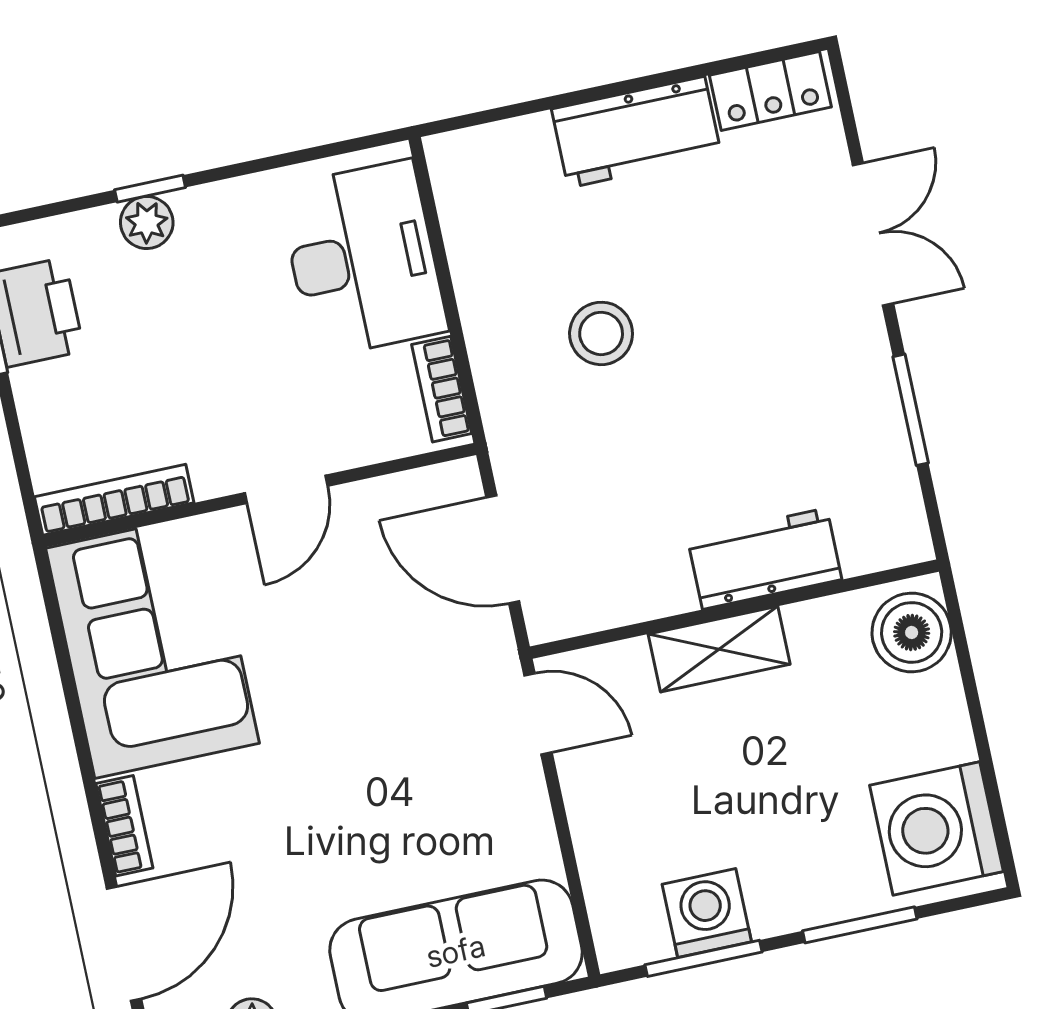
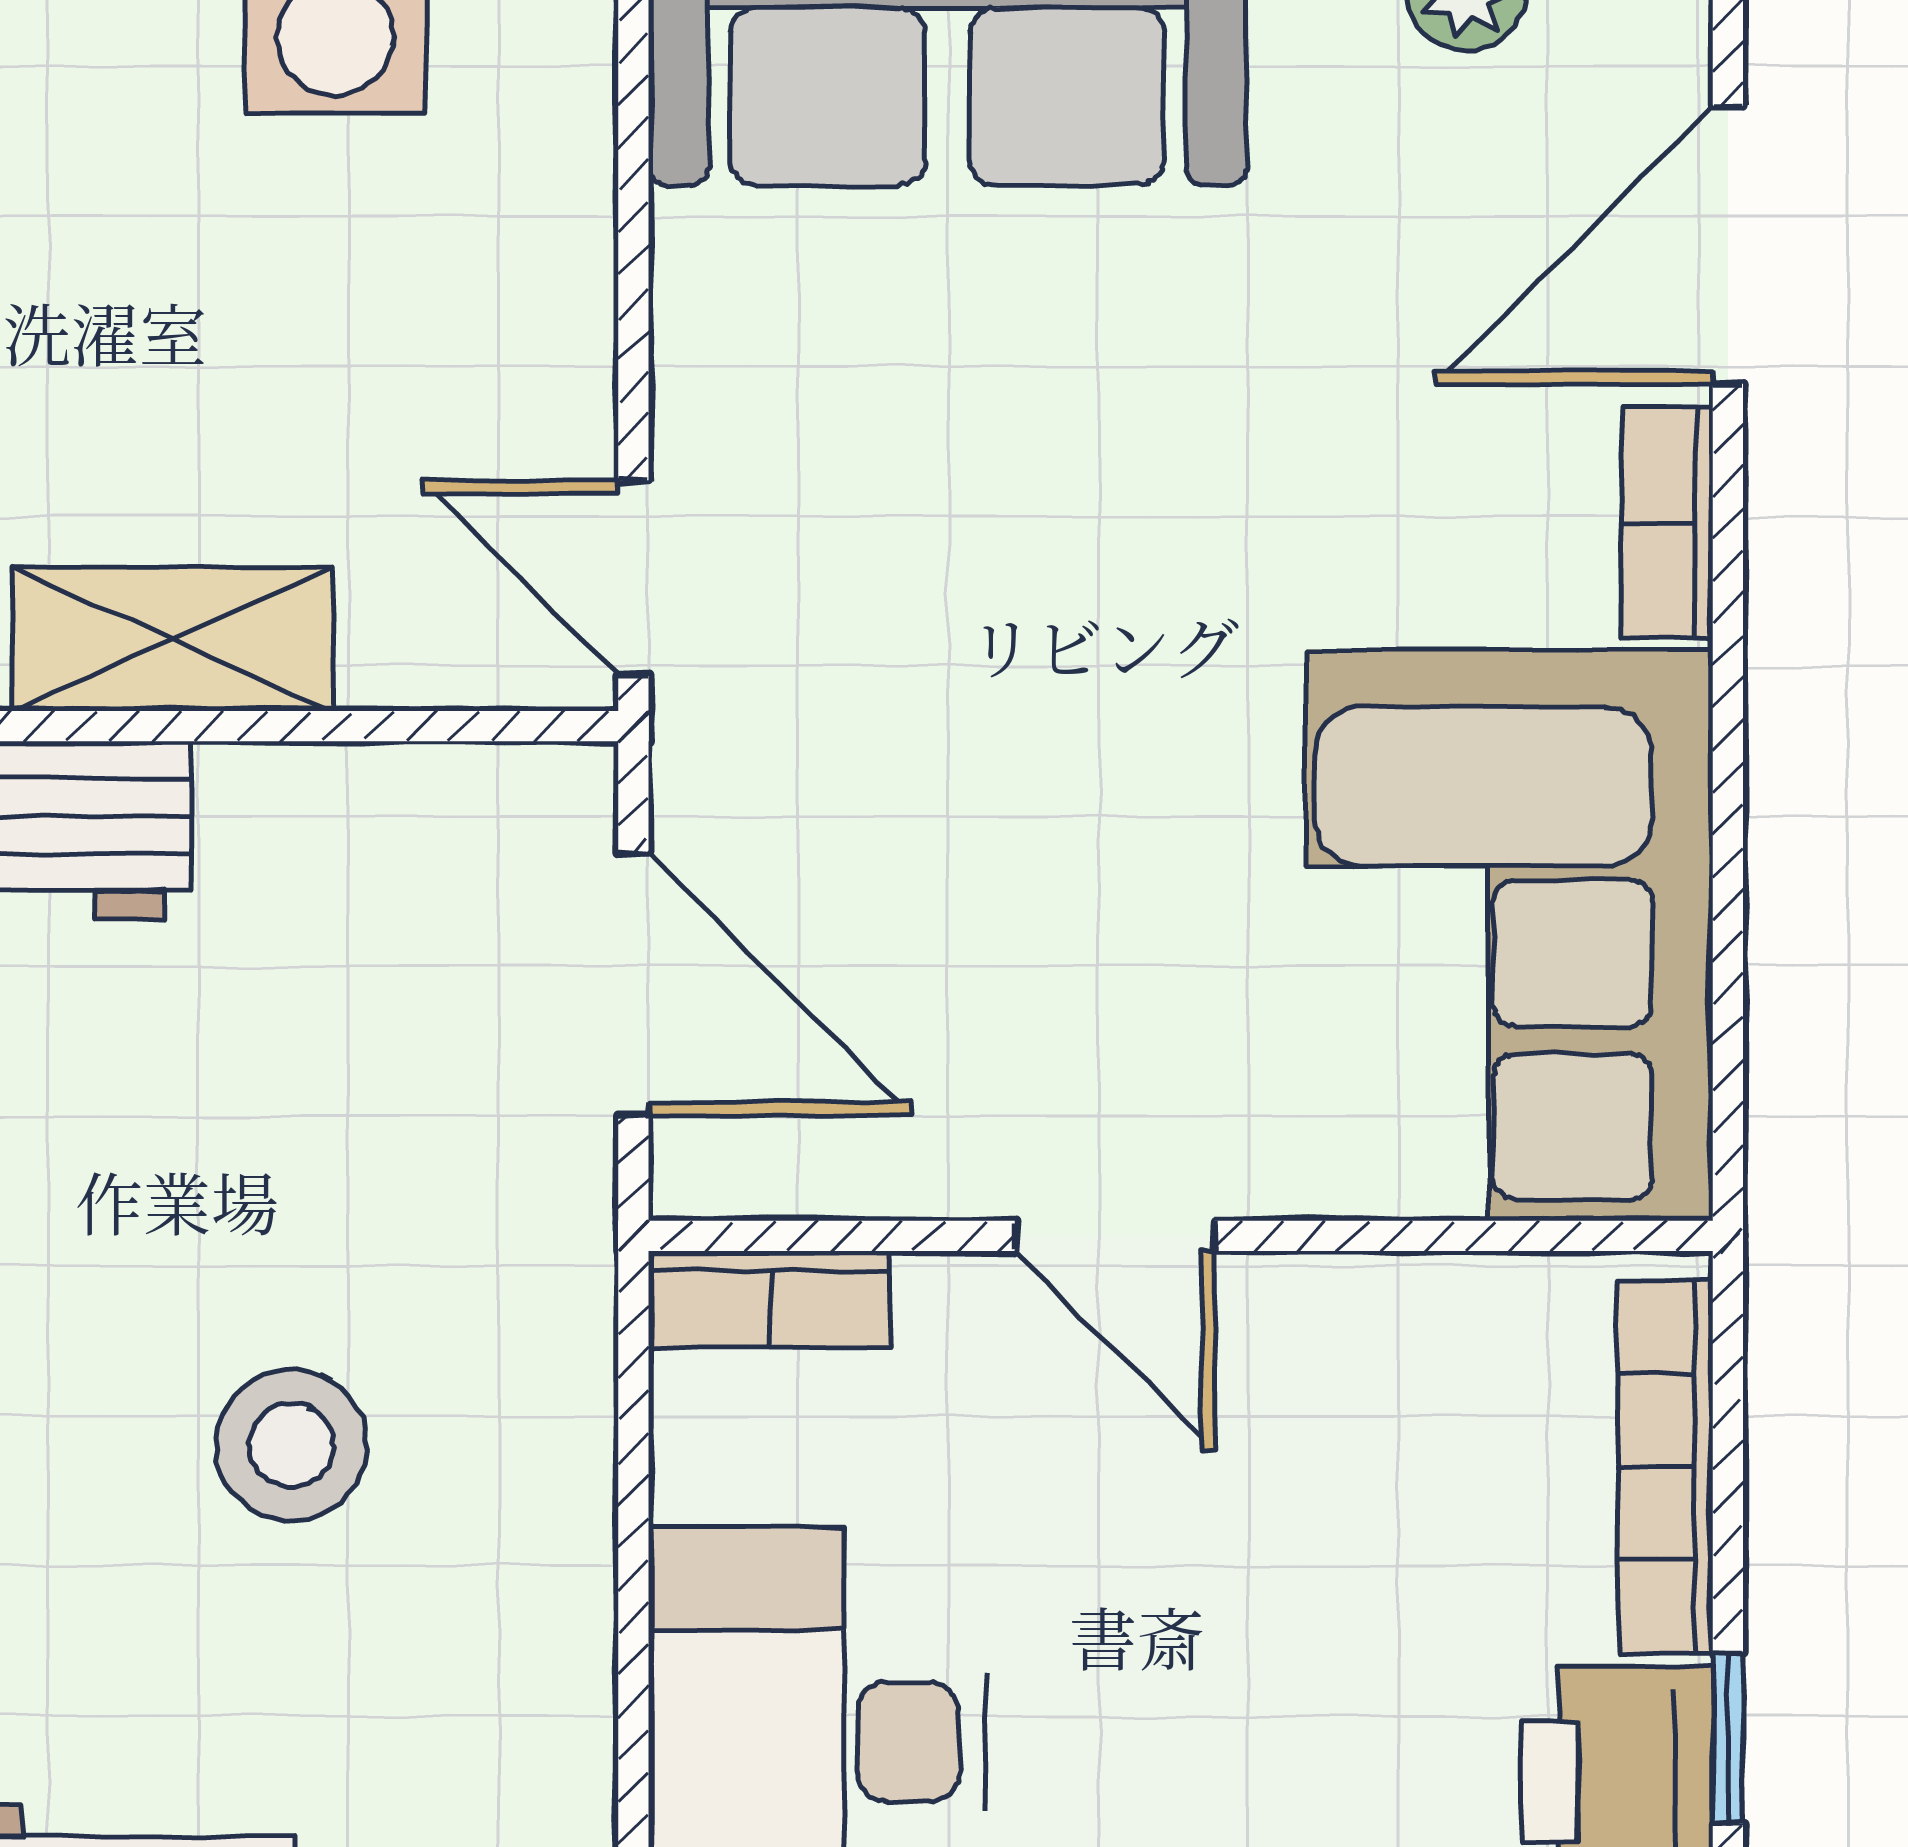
bookcase: (442, 389) -> (770, 1299), moved, turned 90
door: (286, 489) -> (1115, 1236), swing flipped
bookcase: (114, 500) -> (1665, 1467), moved, turned 90

